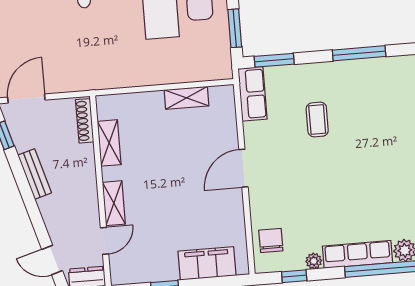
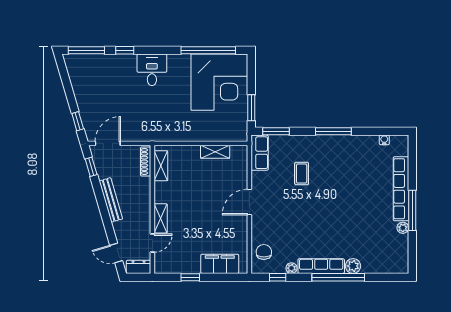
shelving: (109, 143) -> (161, 166), moved
bench: (35, 174) -> (111, 200), width x1.36

